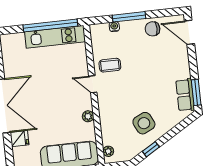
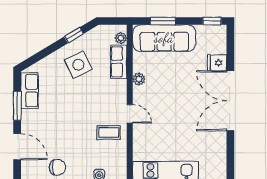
door: (189, 32) -> (17, 147), moved
window: (196, 92) -> (17, 106), moved
row of seats: (108, 130) -> (119, 62), added

